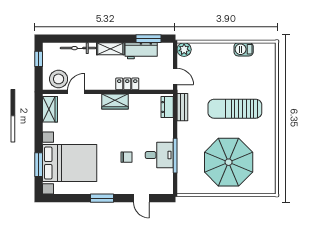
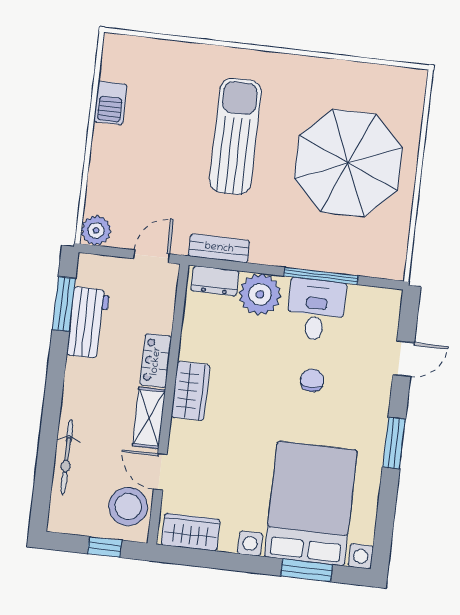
shelving: (110, 49) -> (149, 418), moved
window: (39, 59) -> (105, 547), moved
sun lounger: (235, 109) -> (235, 136), turned 180
plant: (163, 128) -> (260, 294), added

